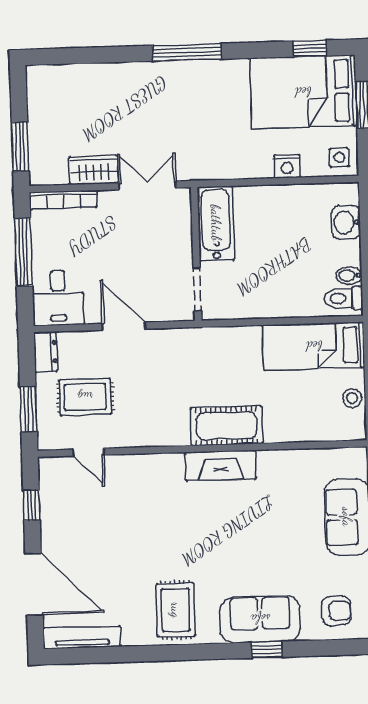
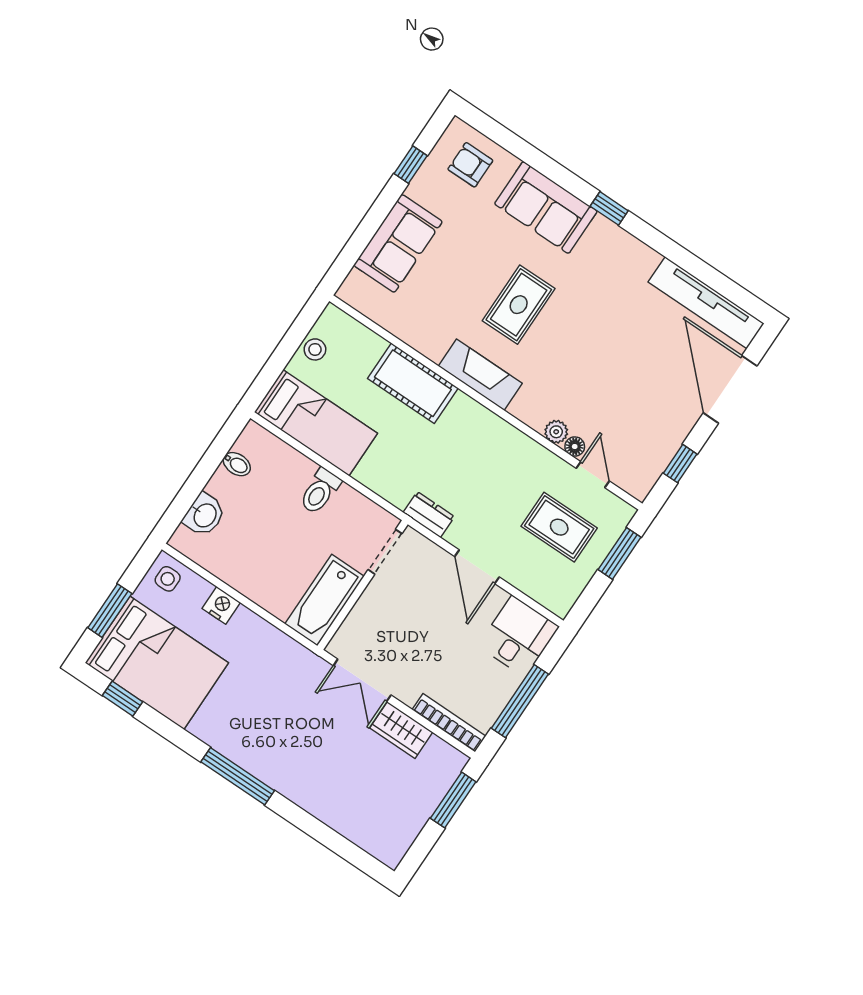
toilet: (343, 298) -> (320, 491), moved, turned 90
dresser: (46, 352) -> (429, 515), moved, turned 90
cot: (227, 426) -> (413, 383), moved
floor lamp: (116, 463) -> (575, 446), added
plant: (137, 464) -> (556, 432), added
rug: (176, 610) -> (519, 305), moved
tv unit: (82, 637) -> (706, 303), width x1.36, depth x1.29
window: (267, 650) -> (609, 208), moved

